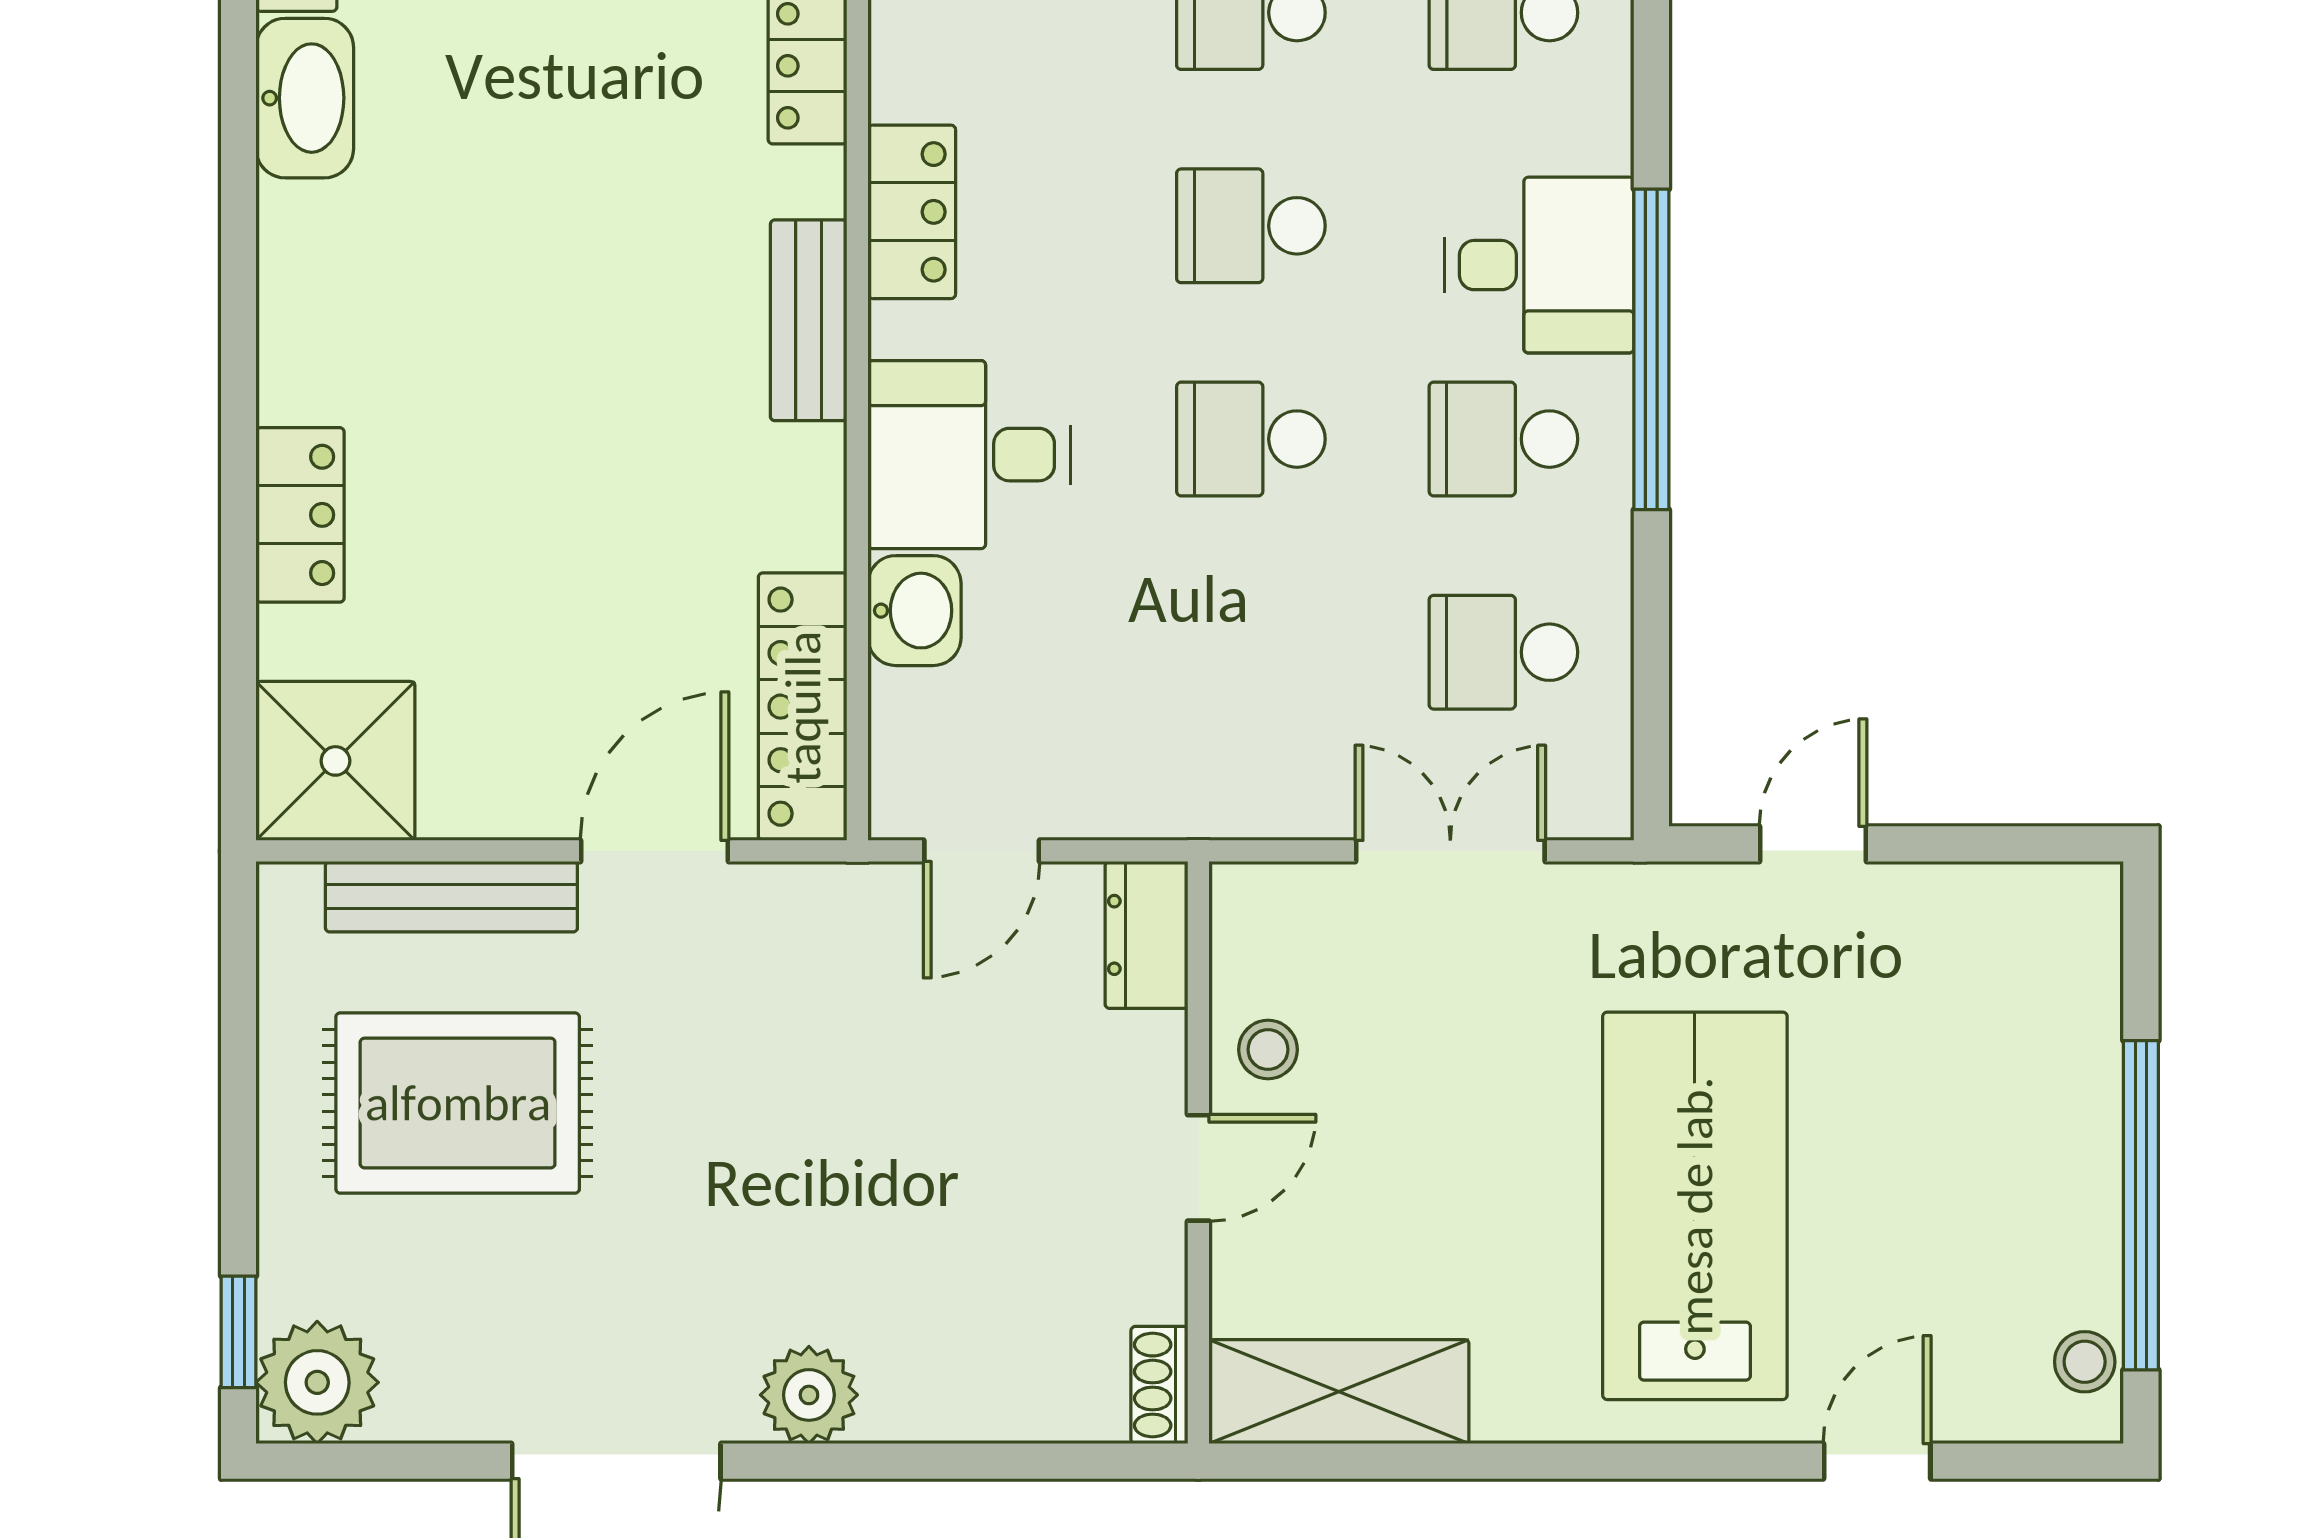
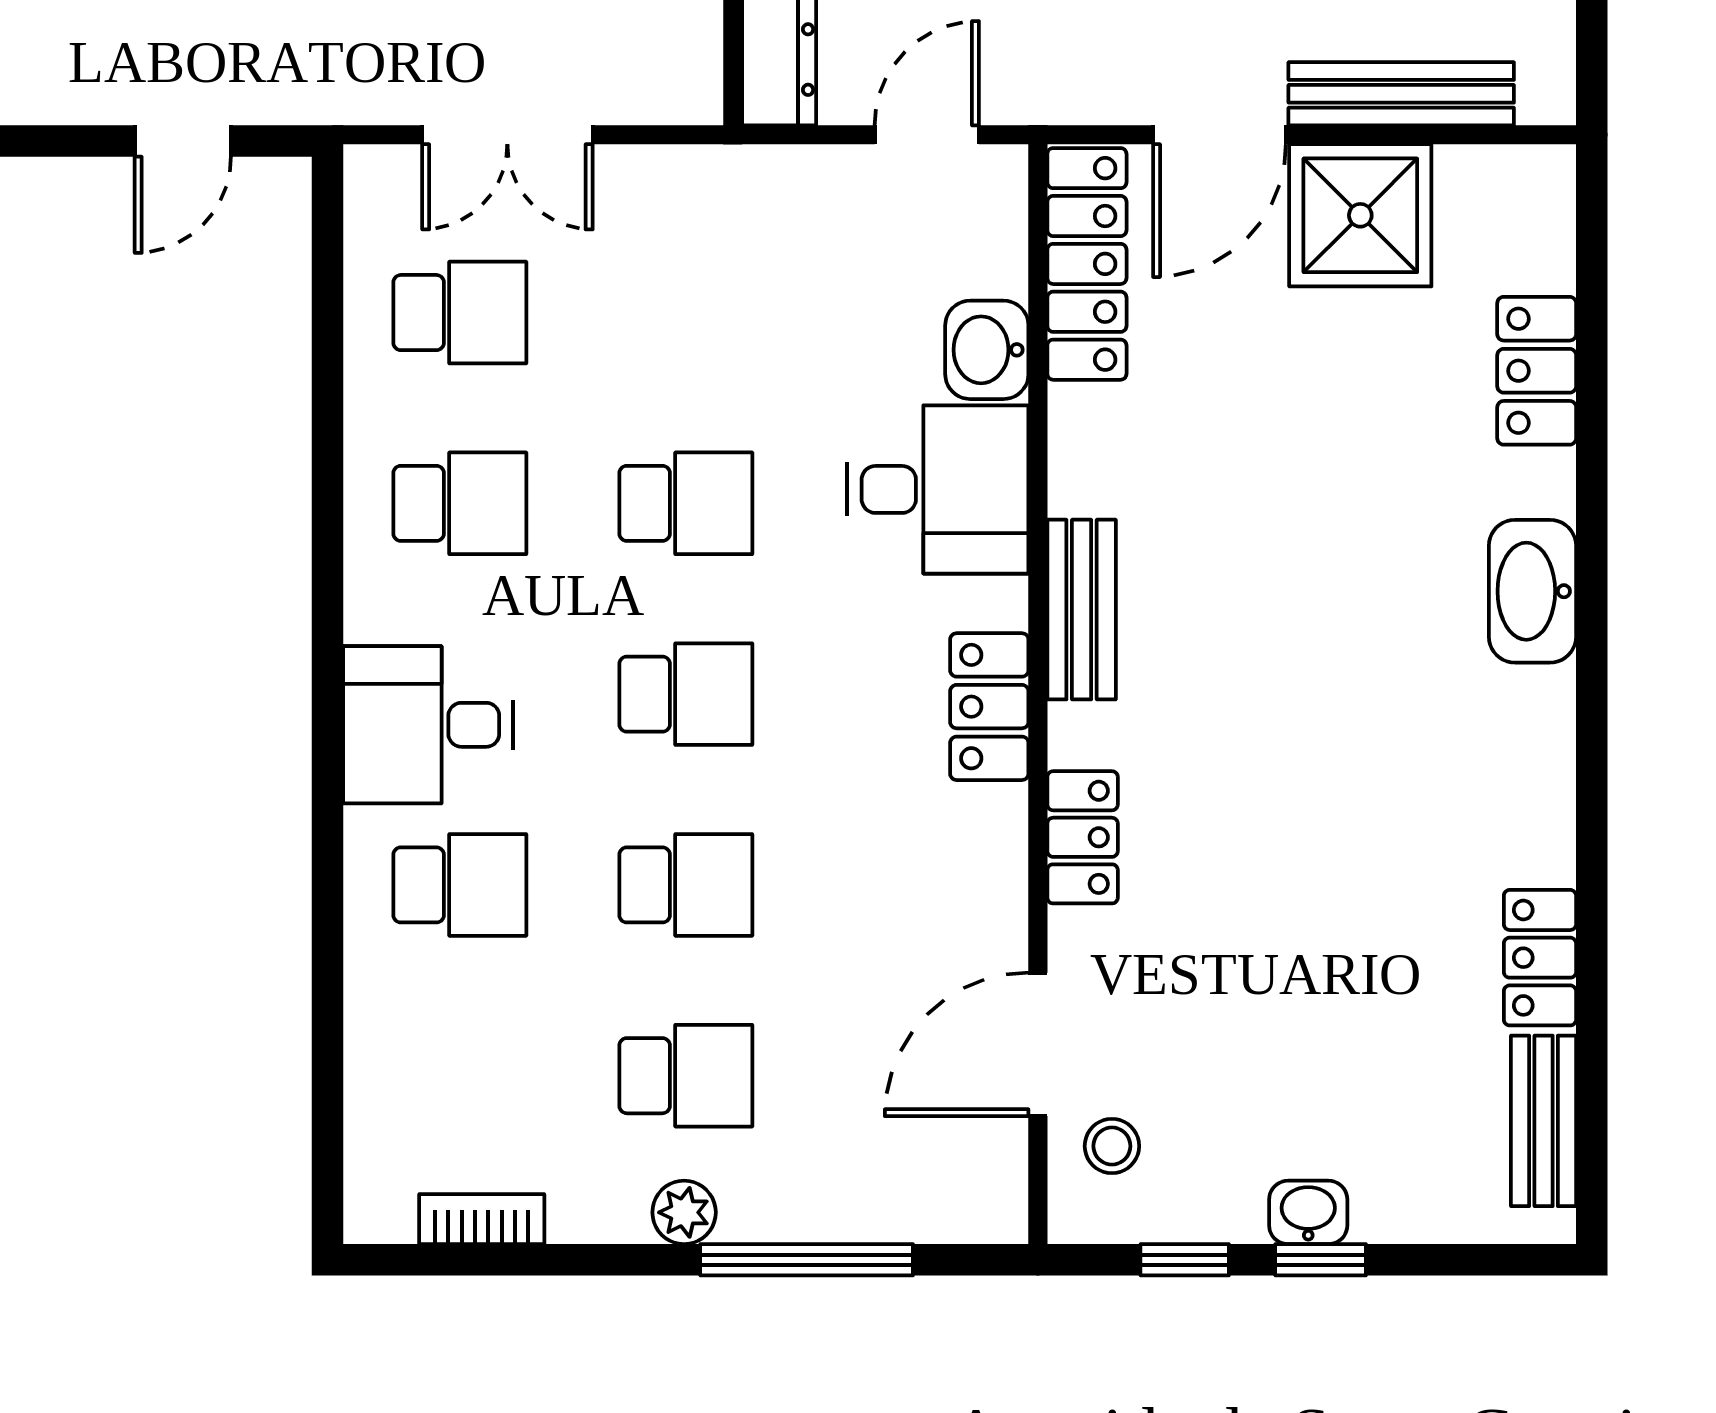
washbasin: (305, 98) -> (1532, 591), moved
desk: (1539, 265) -> (428, 725), moved
window: (1651, 349) -> (328, 583), removed
locker: (300, 515) -> (1537, 371), moved
shower: (335, 761) -> (1360, 215), moved

